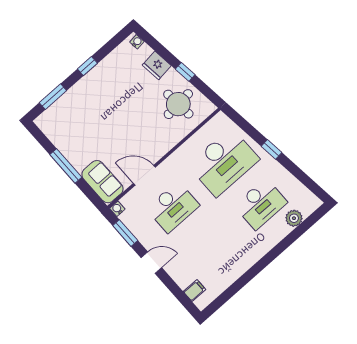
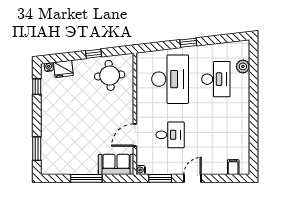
fridge: (157, 65) -> (63, 69), moved
window: (87, 66) -> (37, 87), moved
desk: (173, 207) -> (170, 135), width x0.73

